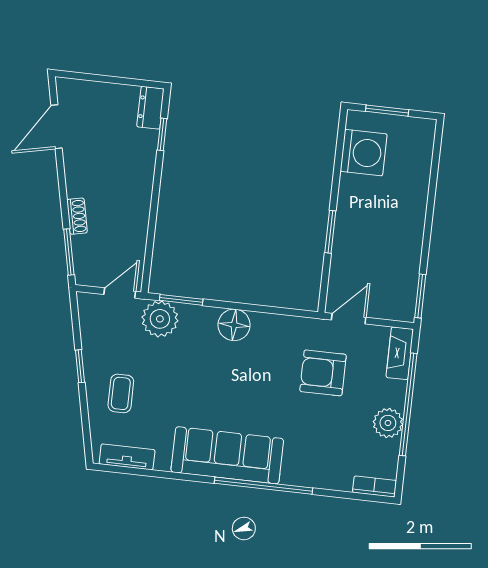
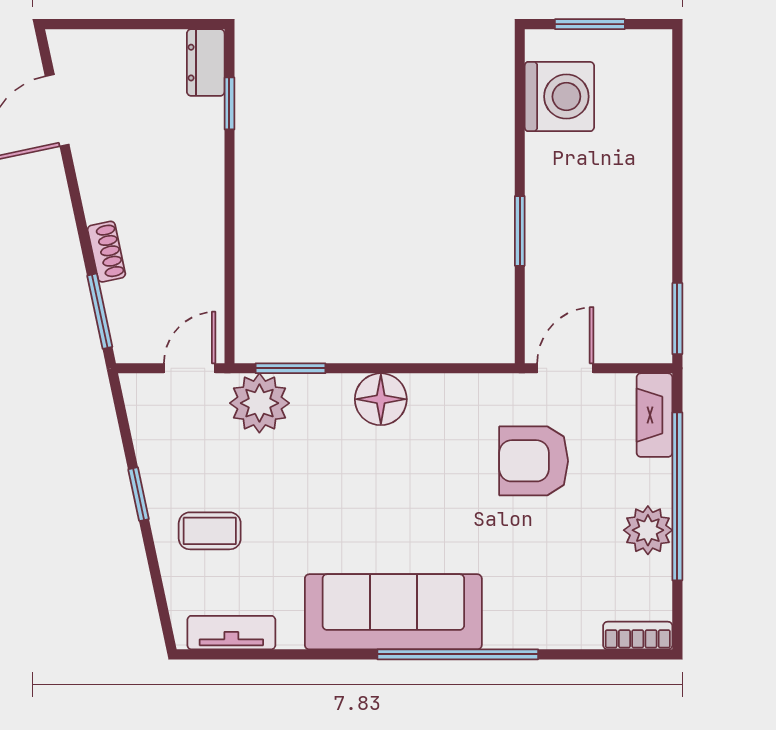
coffee table: (121, 393) -> (210, 531), turned 90

